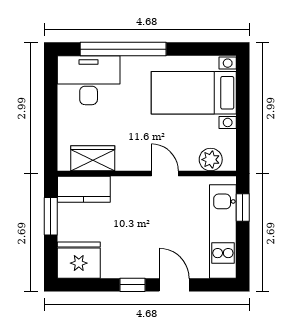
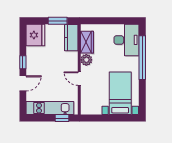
plant: (211, 160) -> (86, 60), moved
door: (165, 174) -> (79, 79), swing flipped

